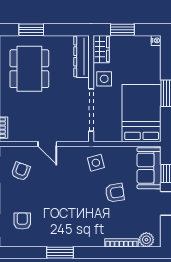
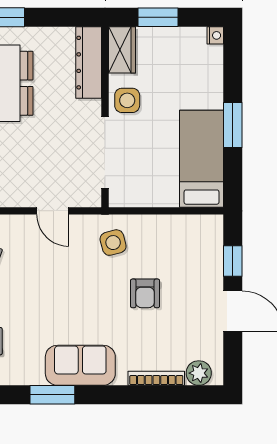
bed: (142, 113) -> (202, 159), width x0.67
door: (47, 144) -> (53, 211), moved
sofa: (149, 168) -> (80, 365), moved, turned 90
armchair: (115, 193) -> (145, 293), turned 99

